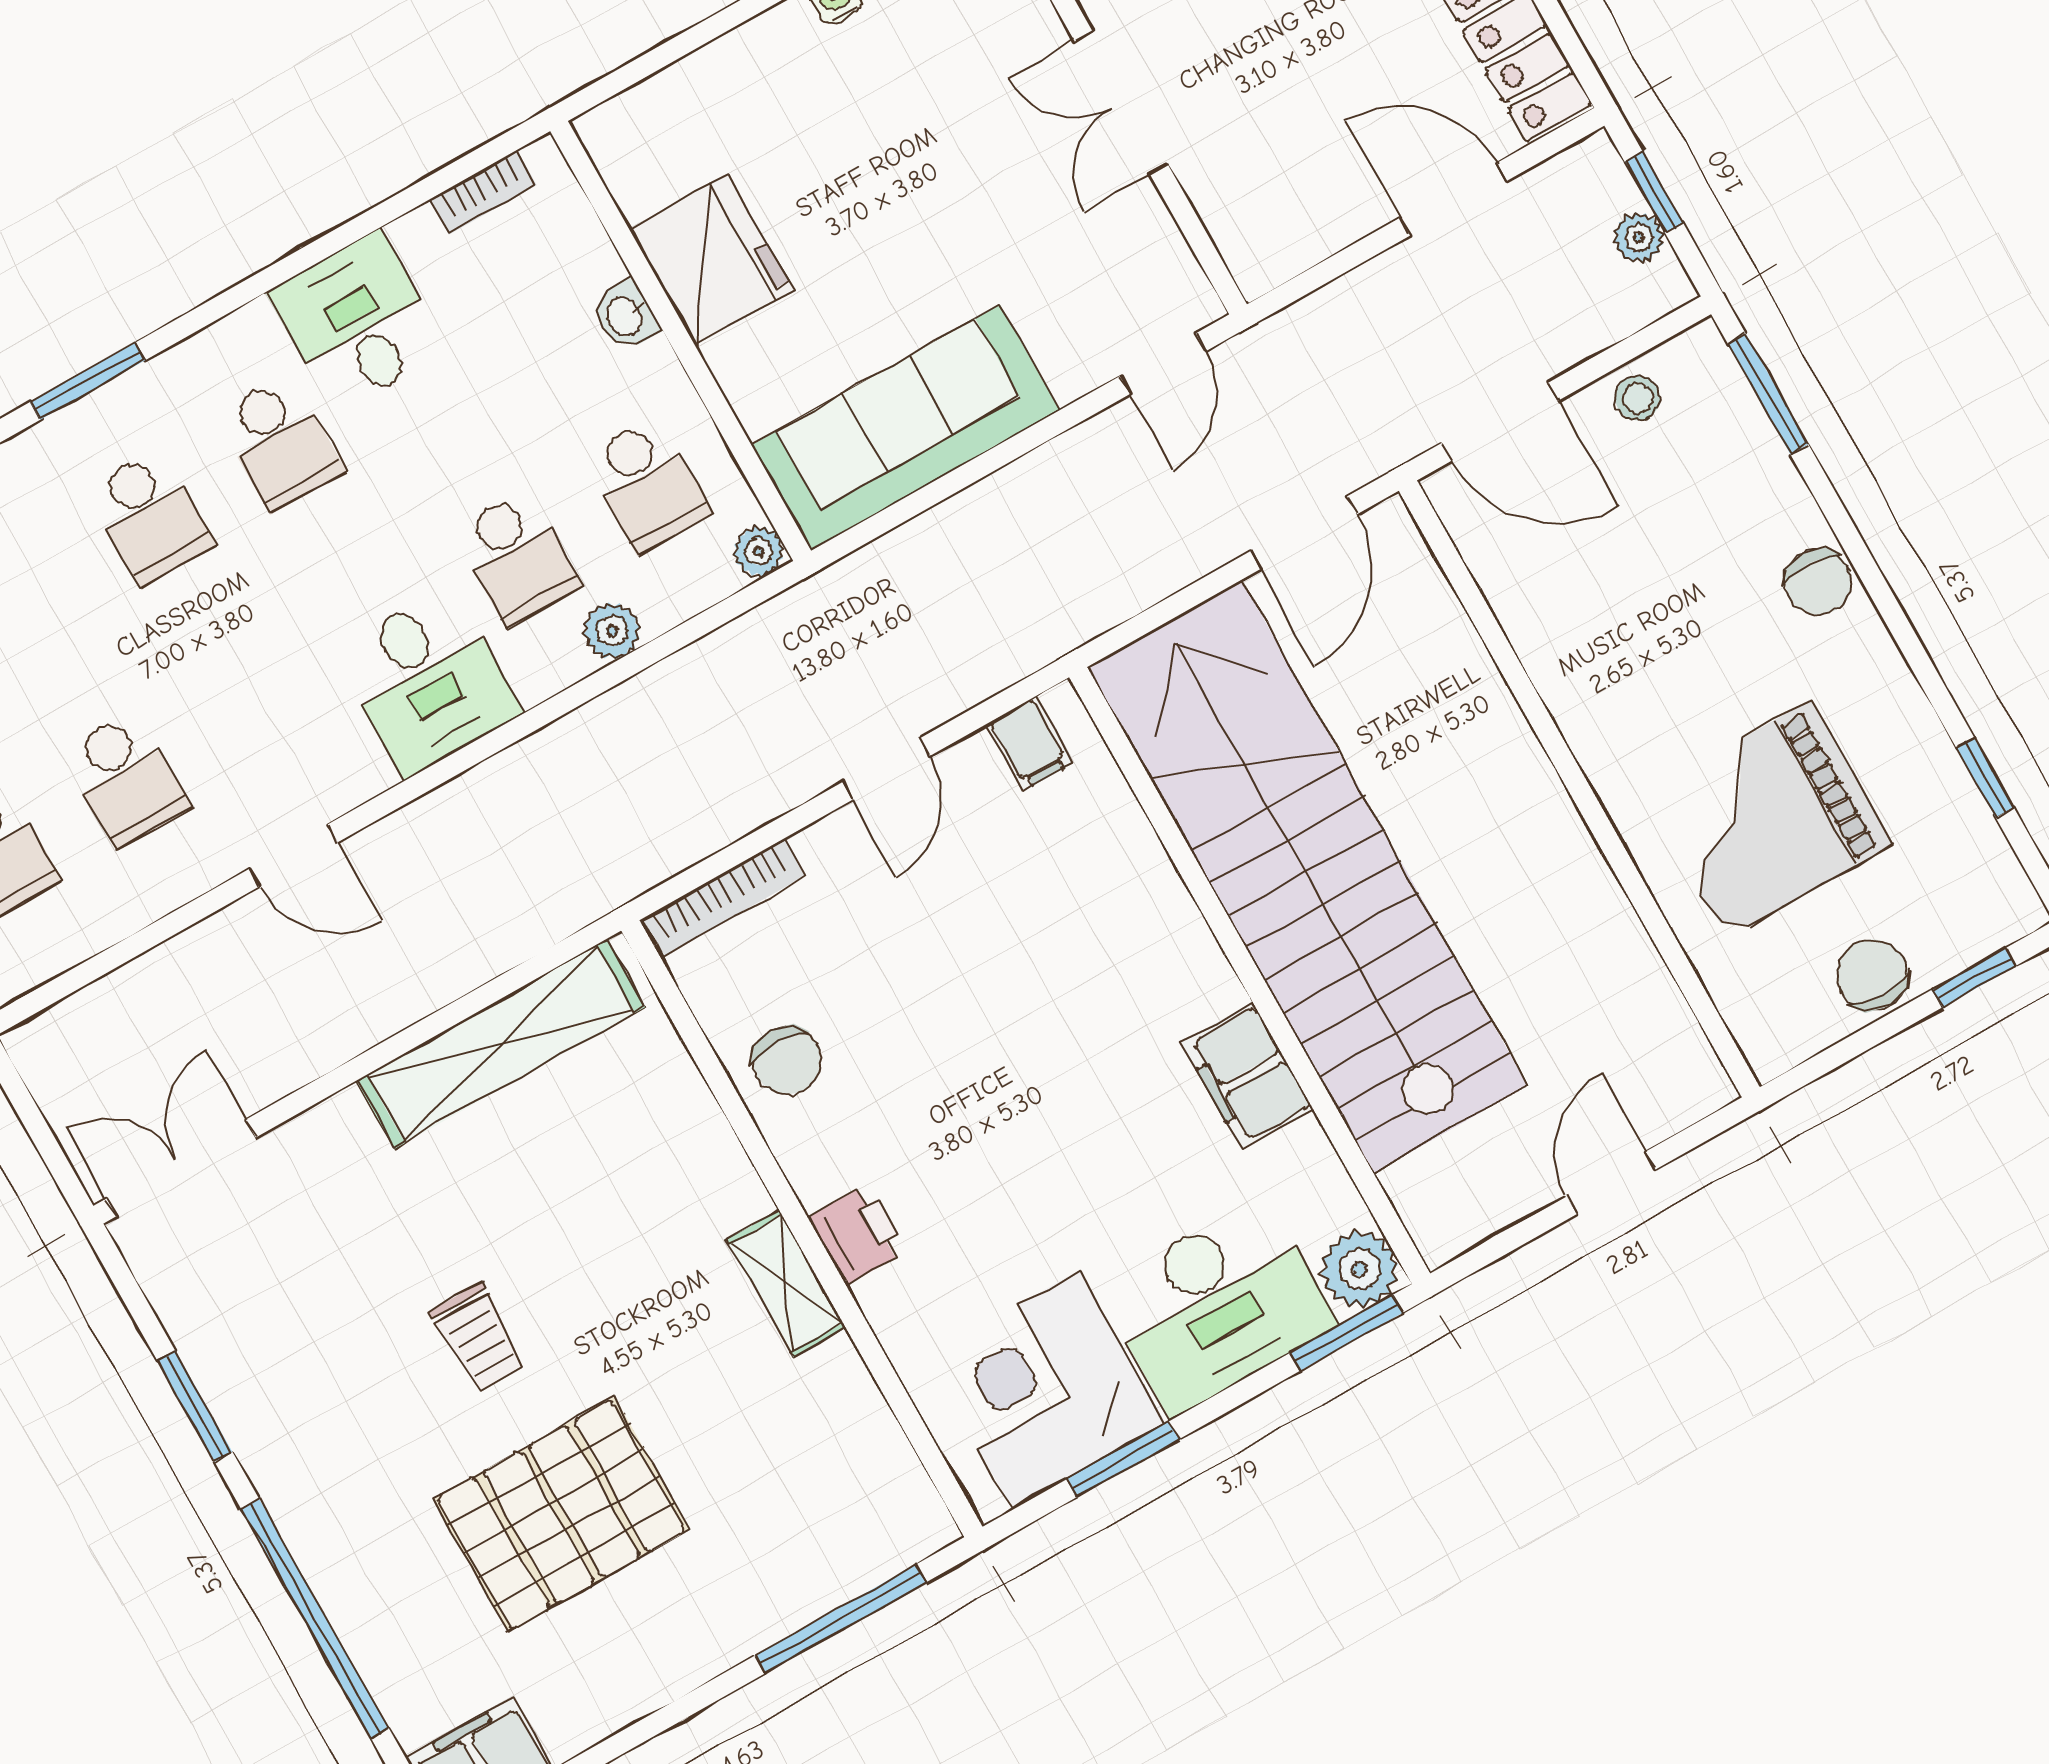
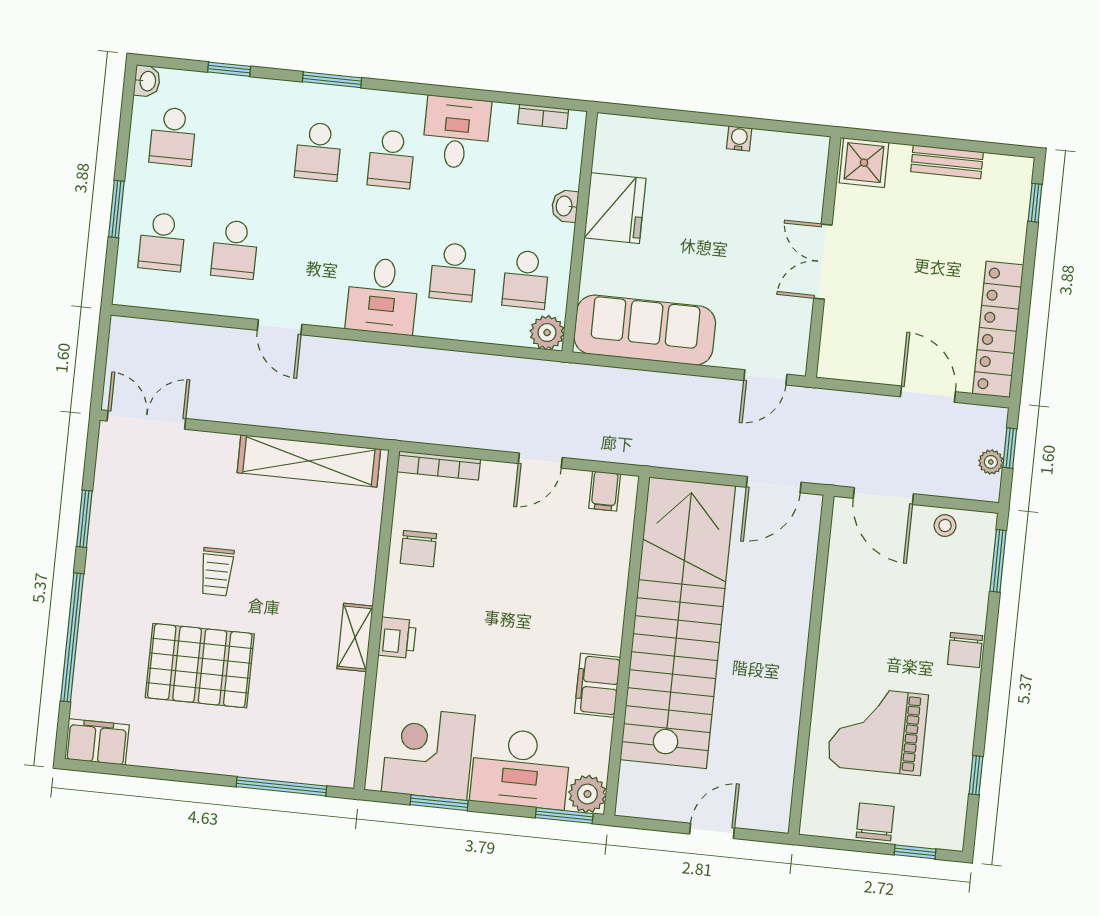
plant: (759, 551) -> (547, 333), width x1.38, depth x1.38
plant: (612, 631) -> (470, 328), removed

